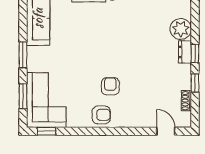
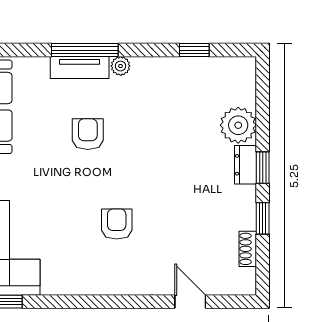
armchair: (101, 115) -> (88, 134), moved, turned -90
door: (166, 131) -> (190, 302), moved

